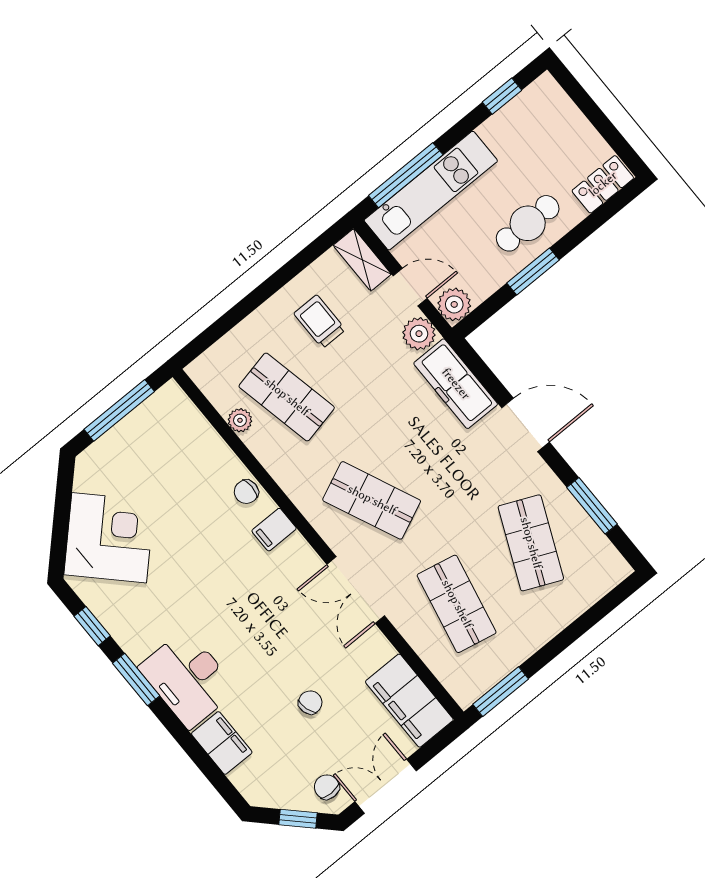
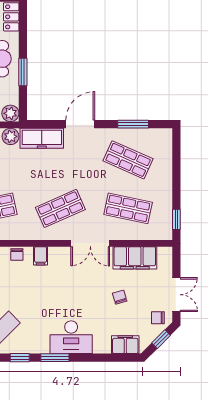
window: (501, 692) -> (176, 219), width x0.67
filing cabinet: (409, 701) -> (135, 258), moved
filing cabinet: (222, 743) -> (125, 345), moved
double door: (386, 786) -> (176, 295), swing flipped

